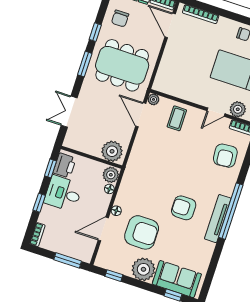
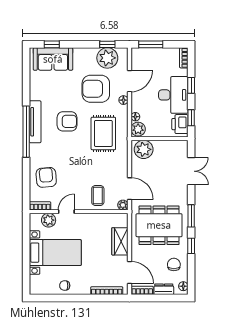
wardrobe: (169, 62) -> (120, 241), added
rug: (149, 182) -> (103, 133), added
desk: (63, 193) -> (173, 95), width x1.37
plant: (143, 269) -> (107, 58), moved

